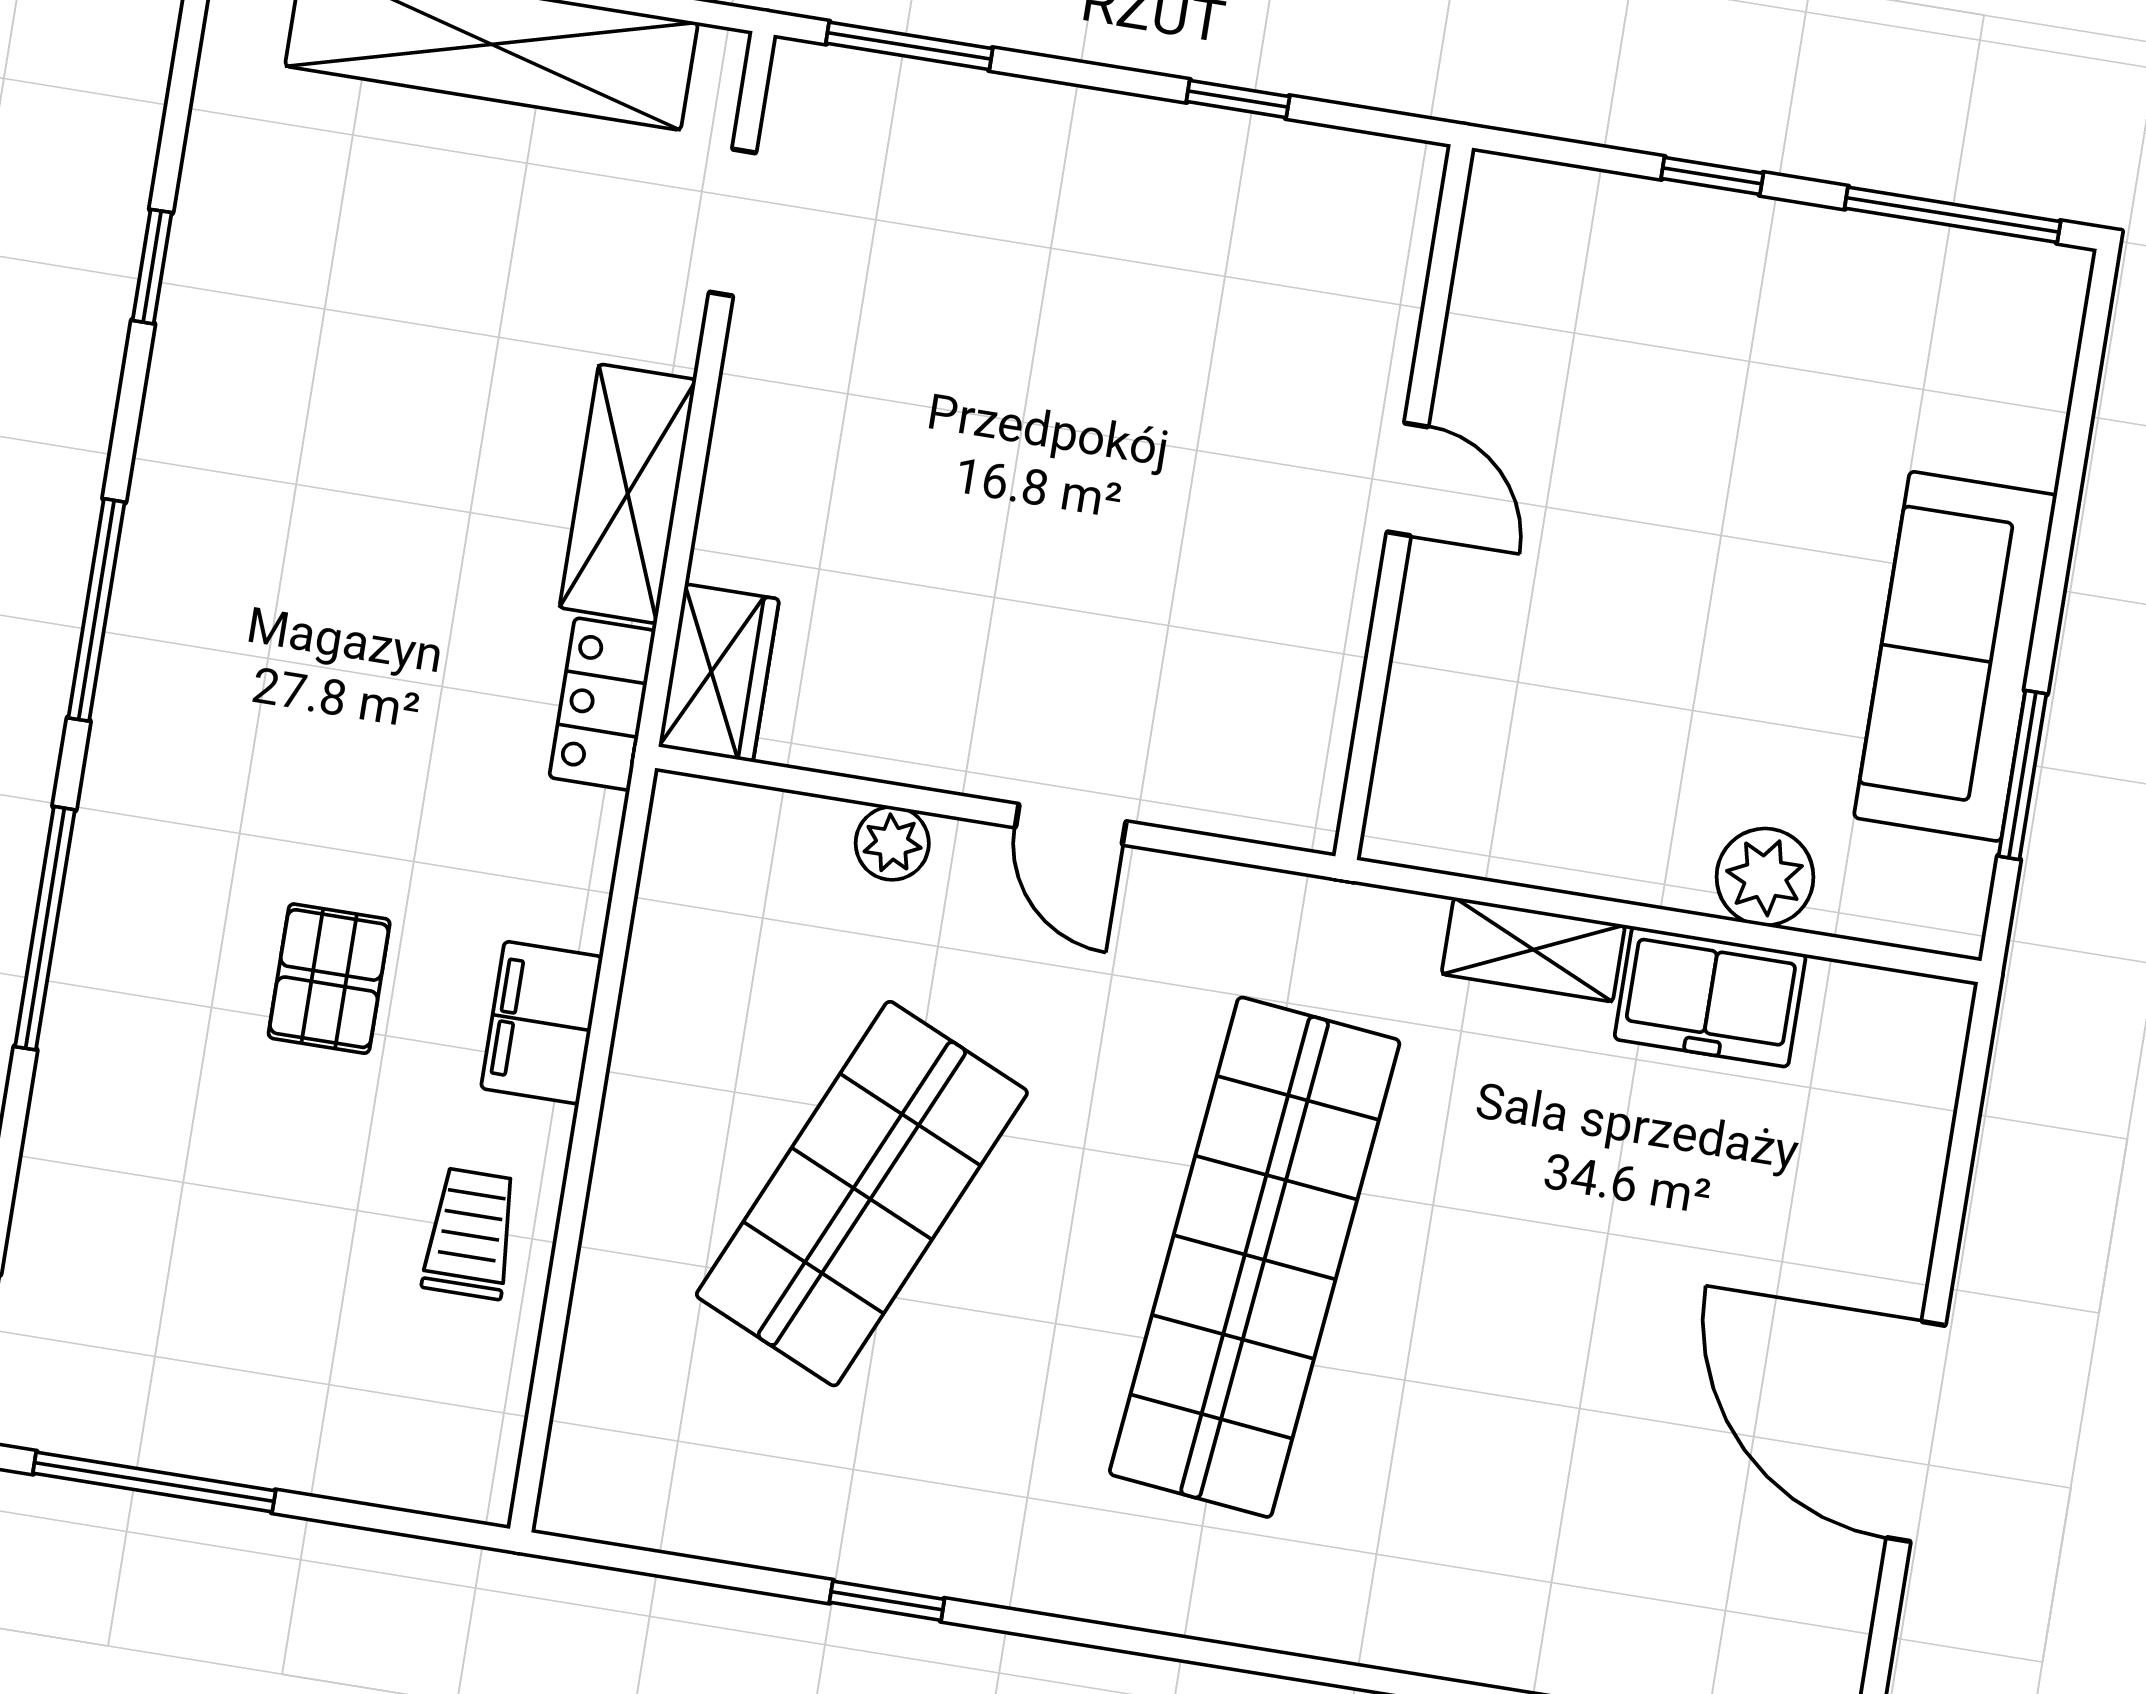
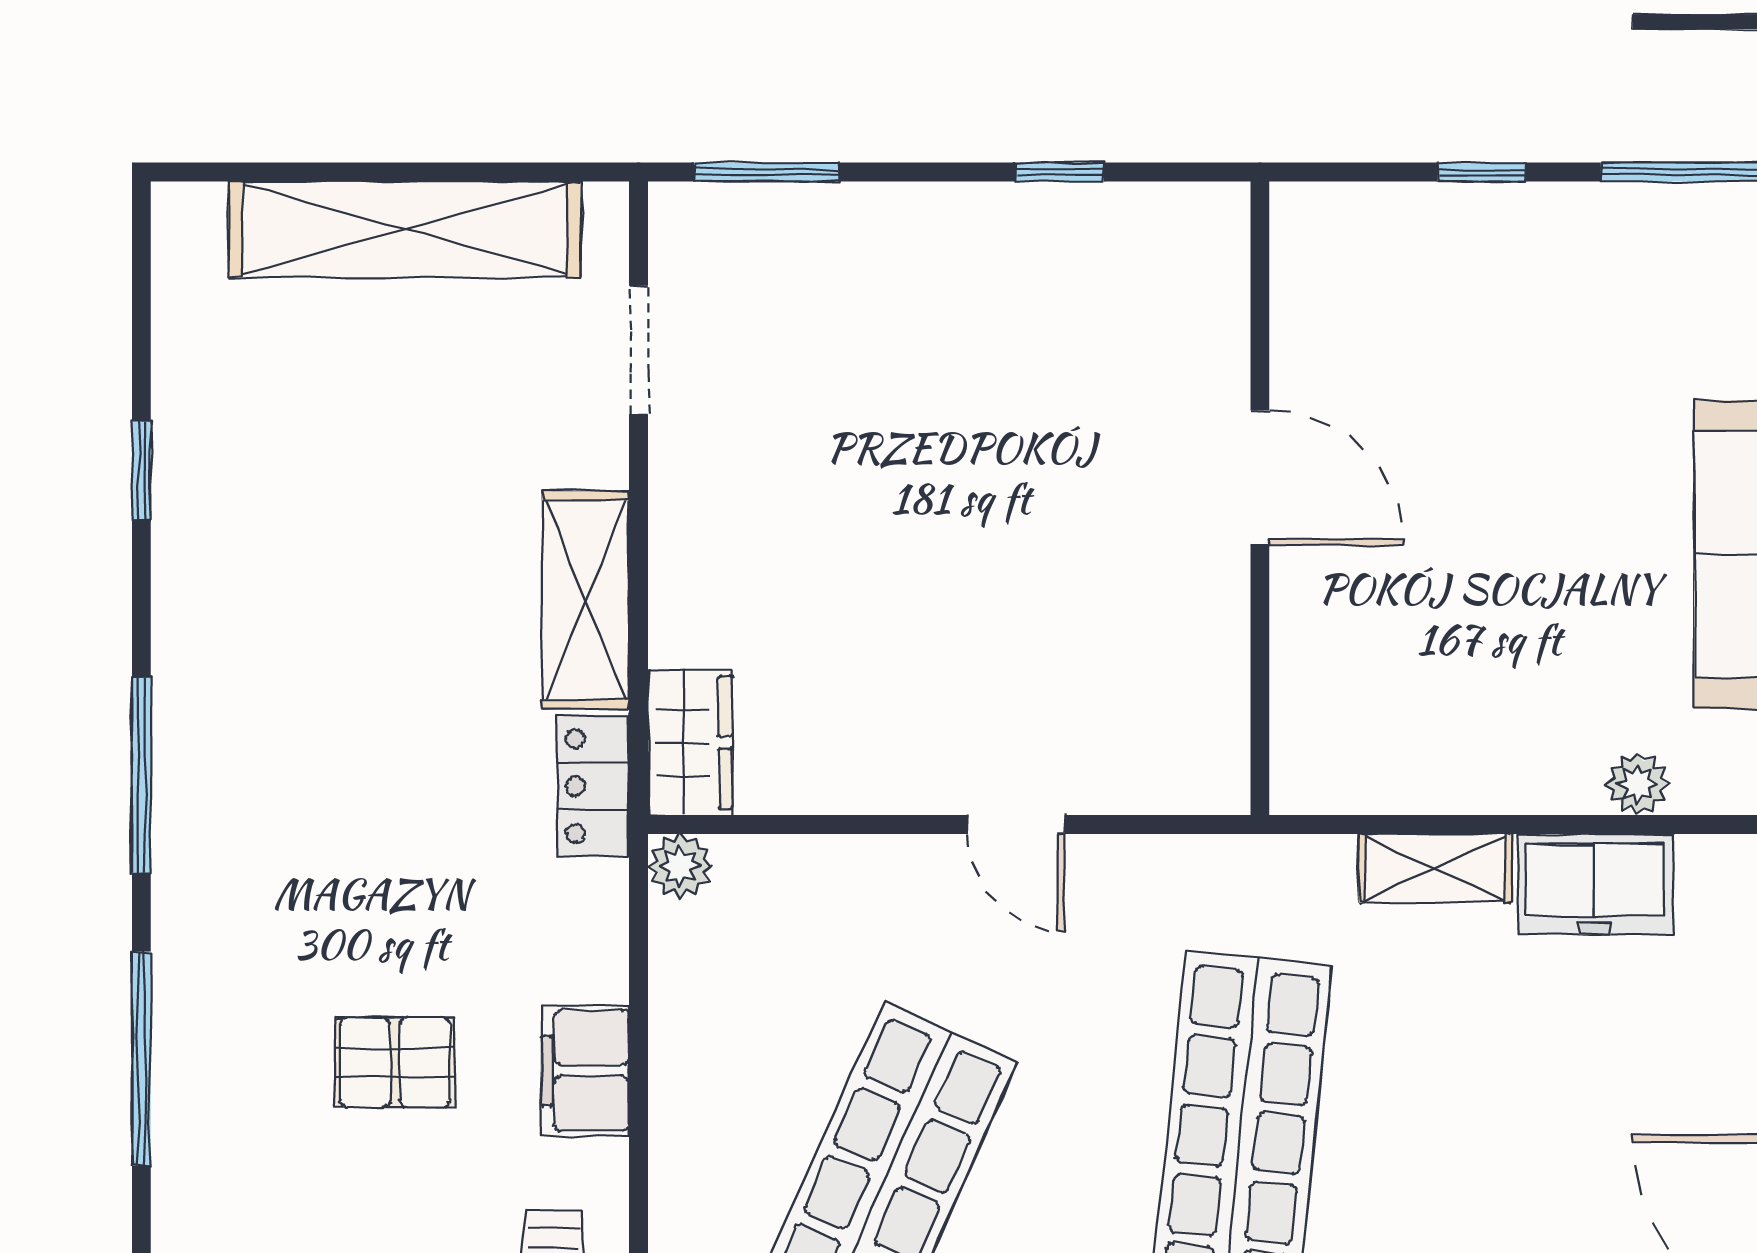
door: (1407, 479) -> (1260, 478), width x1.38
plant: (892, 843) -> (680, 866), moved
plant: (1765, 877) -> (1637, 784), width x0.73, depth x0.73
pallet: (329, 979) -> (395, 1062), turned 90

